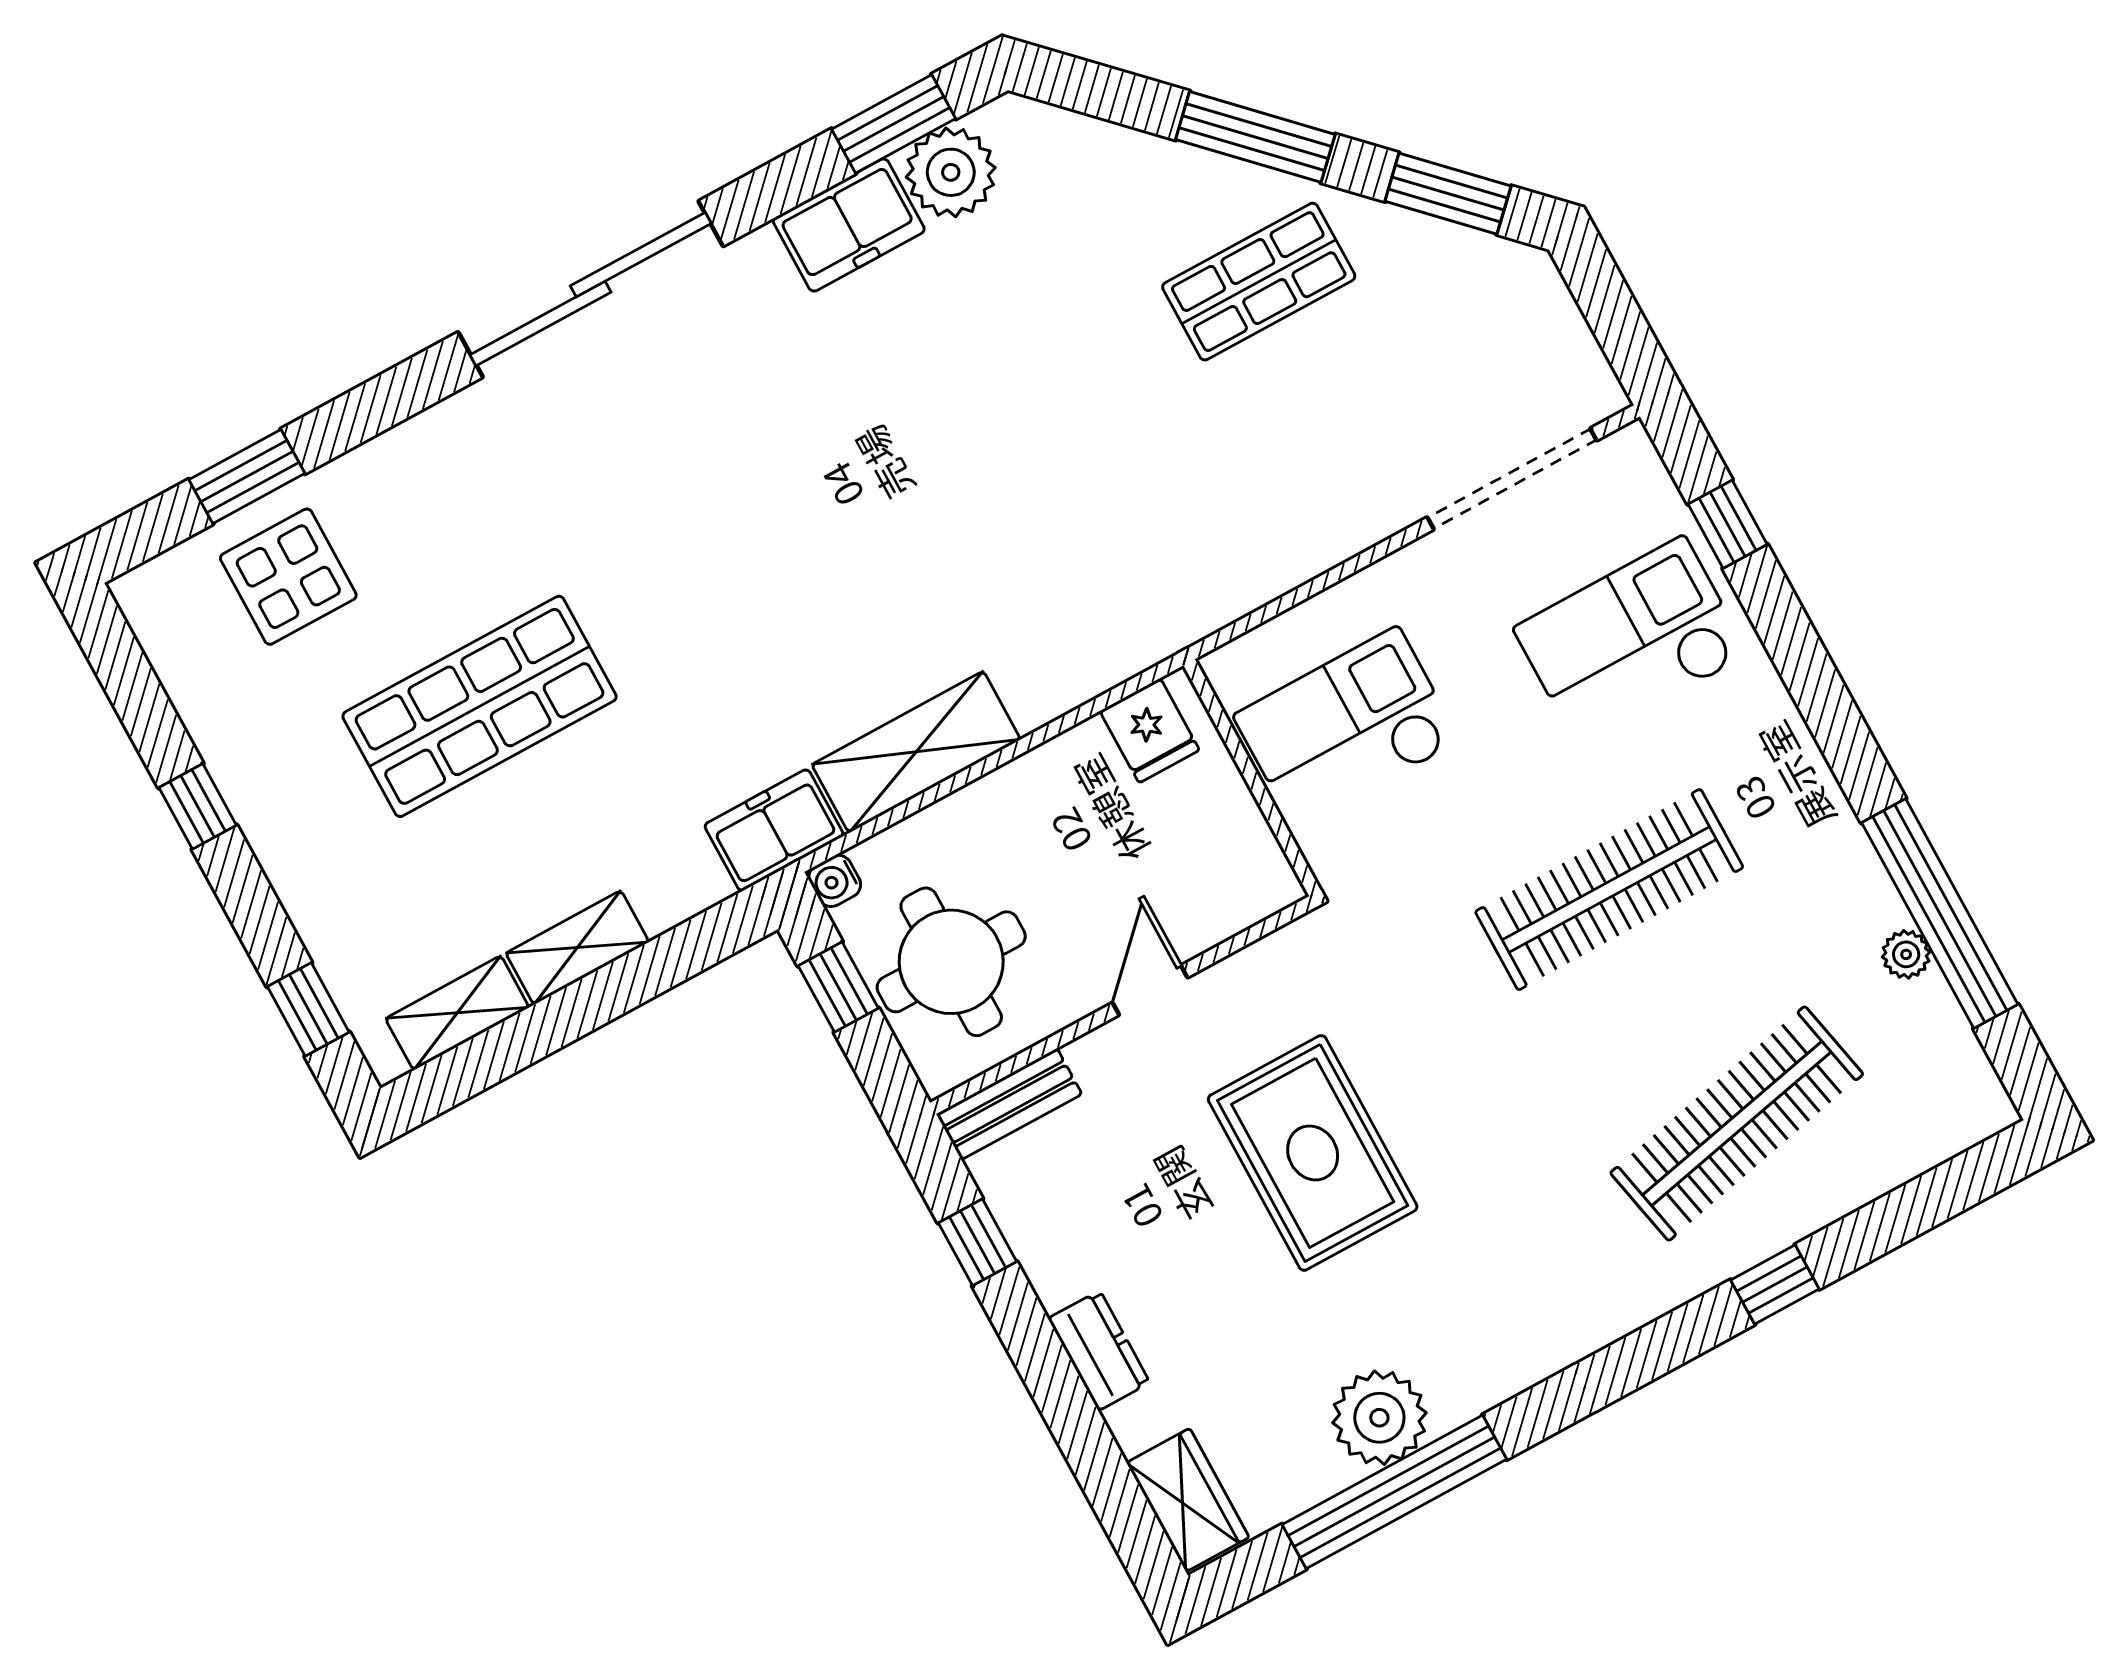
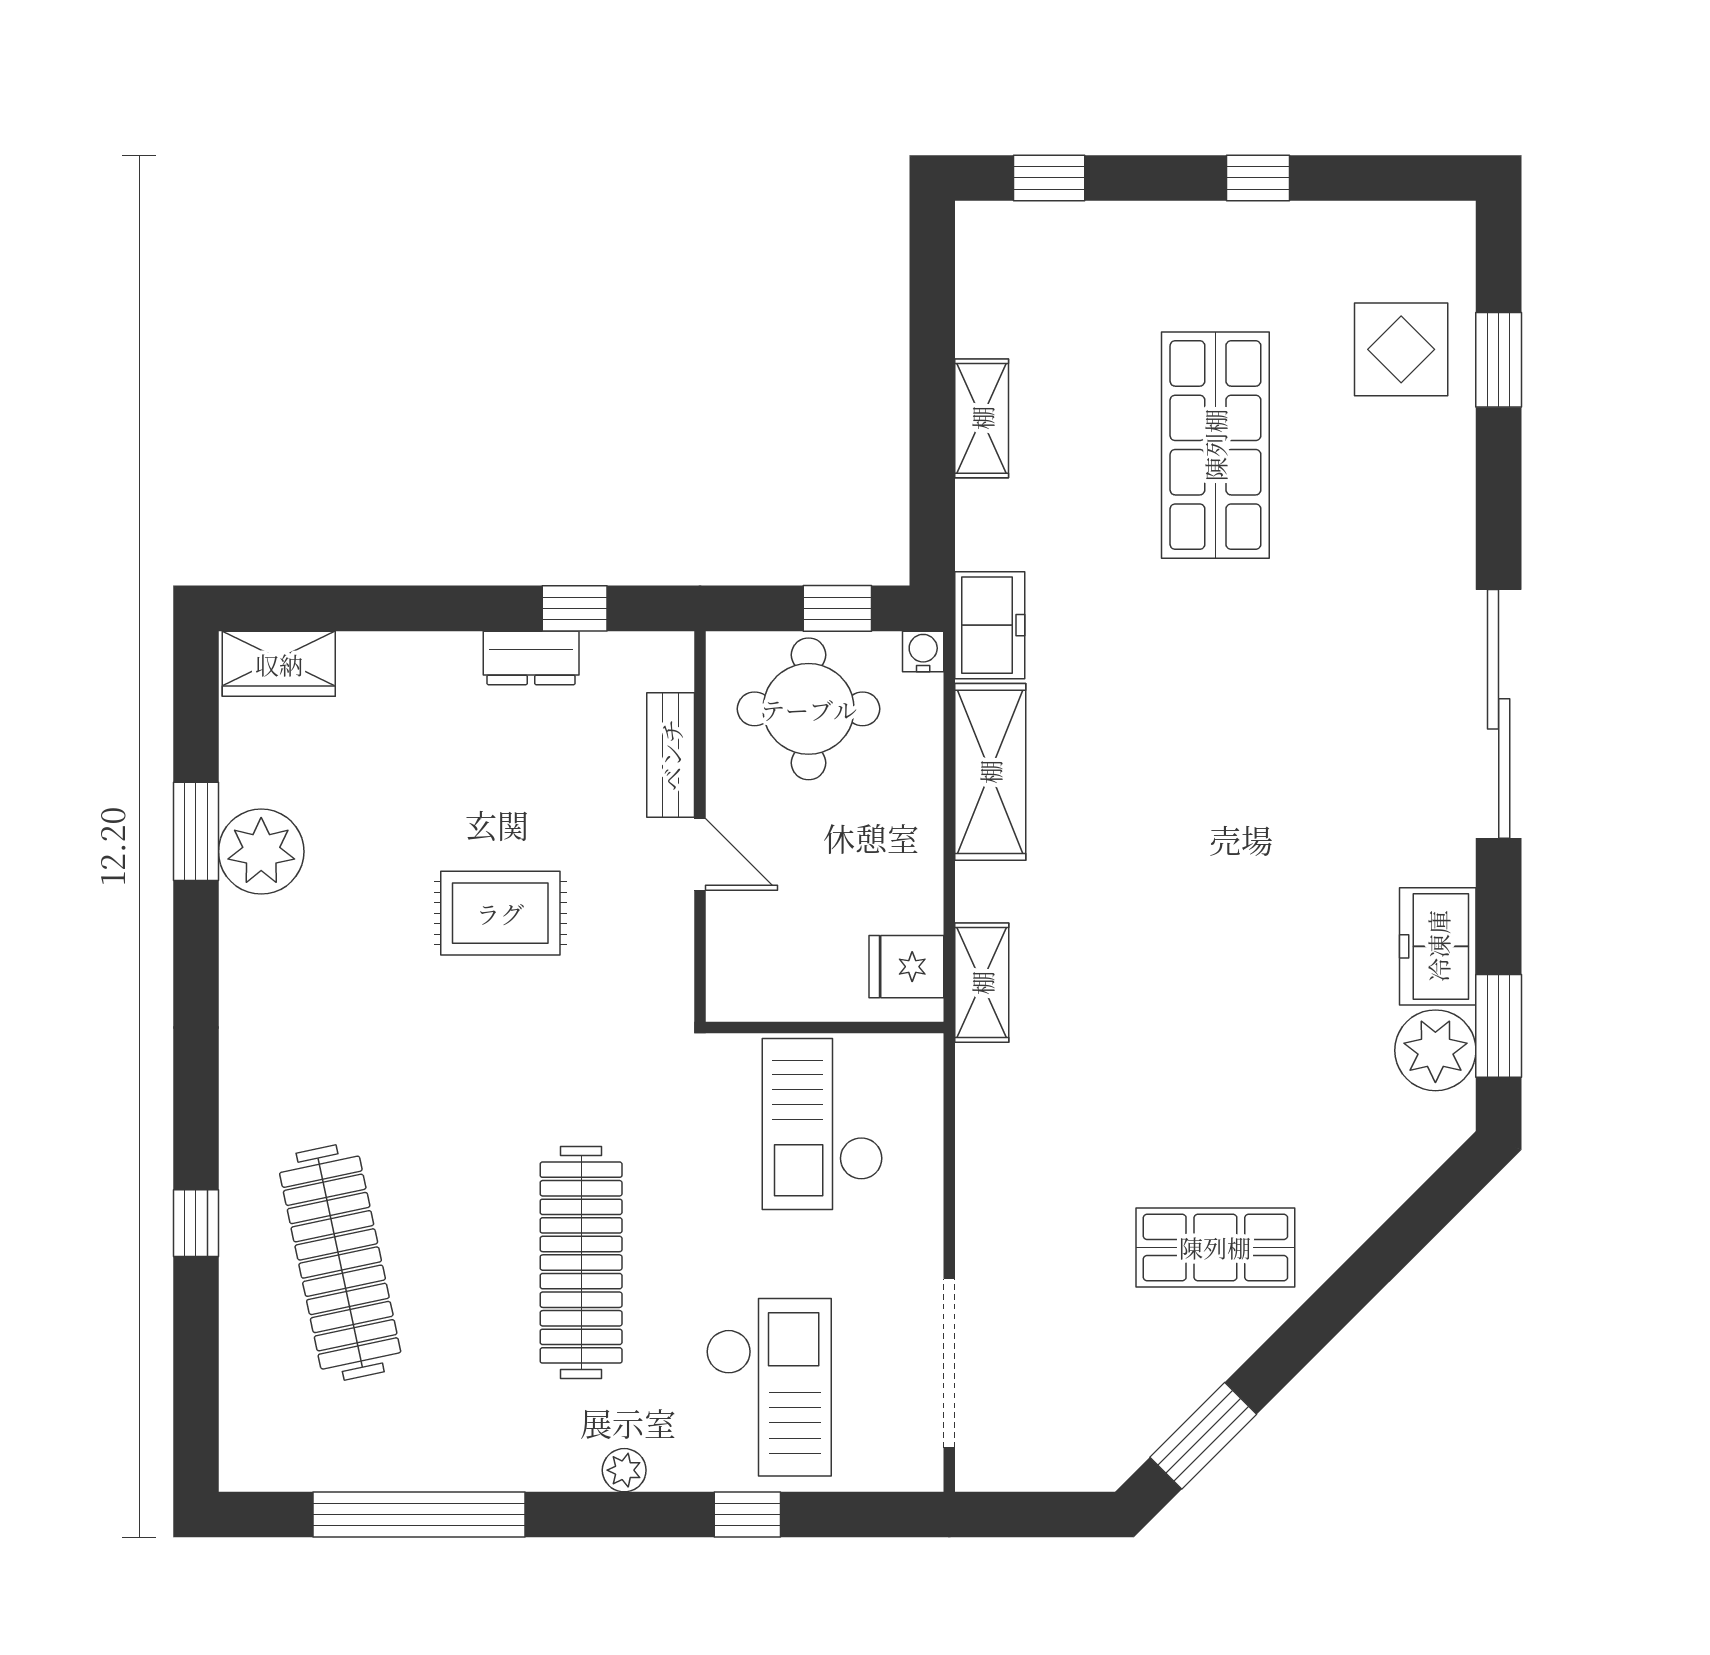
window: (1255, 137) -> (1332, 1307), removed
shop shelf: (1259, 282) -> (1215, 1247), turned 90
window: (1728, 524) -> (747, 1515), moved
checkout: (1347, 728) -> (823, 1124), turned 180
plant: (1906, 954) -> (624, 1470), moved
shelving: (457, 1013) -> (982, 983), moved
bench: (1009, 1104) -> (671, 755), moved
rug: (1313, 1153) -> (500, 913), width x0.73, depth x0.70
dresser: (1099, 1351) -> (531, 658), moved
window: (1394, 1492) -> (196, 831), width x0.47

